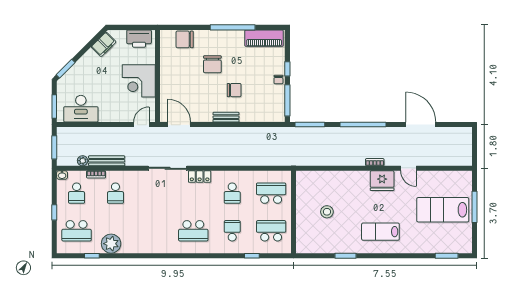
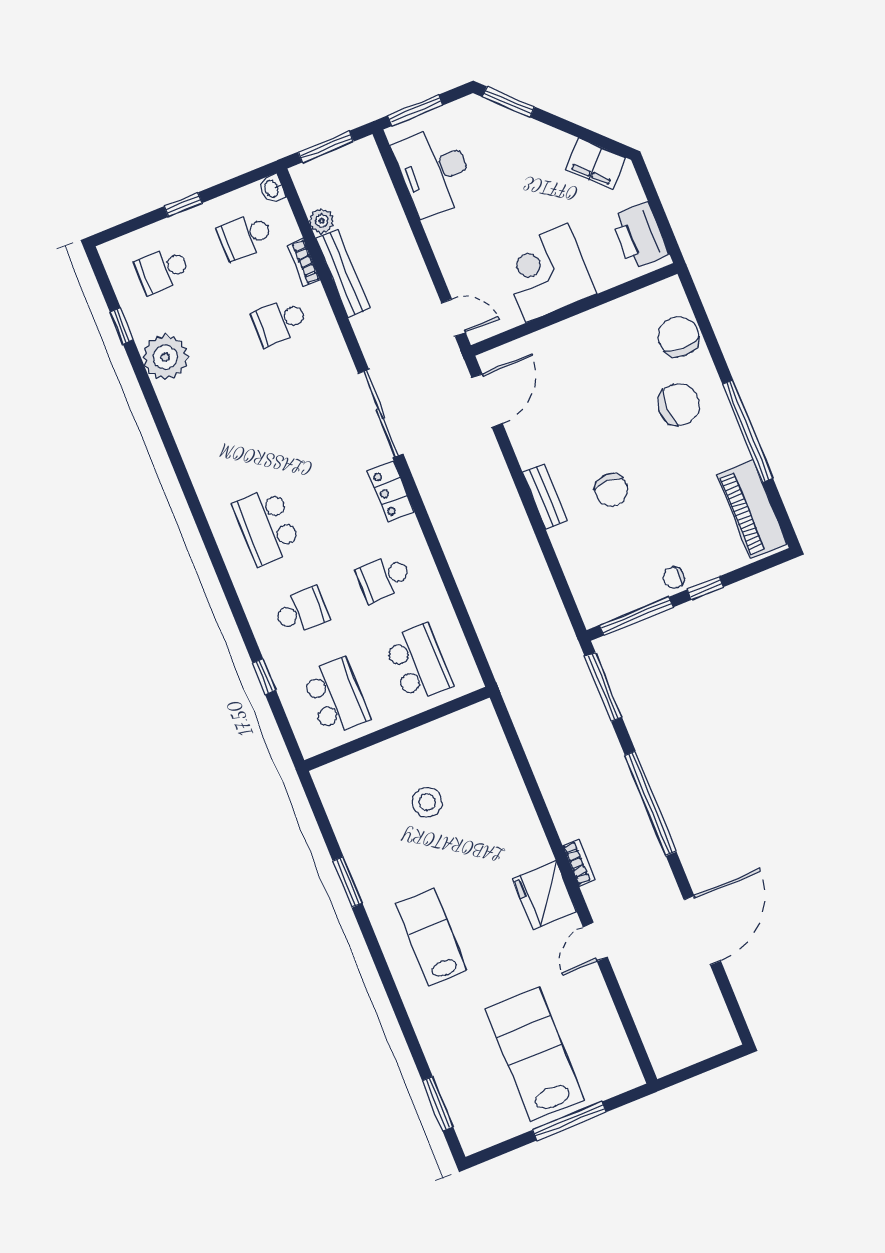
chair: (212, 64) -> (679, 404), moved, turned 180
school desk: (77, 231) -> (163, 270), width x0.54

